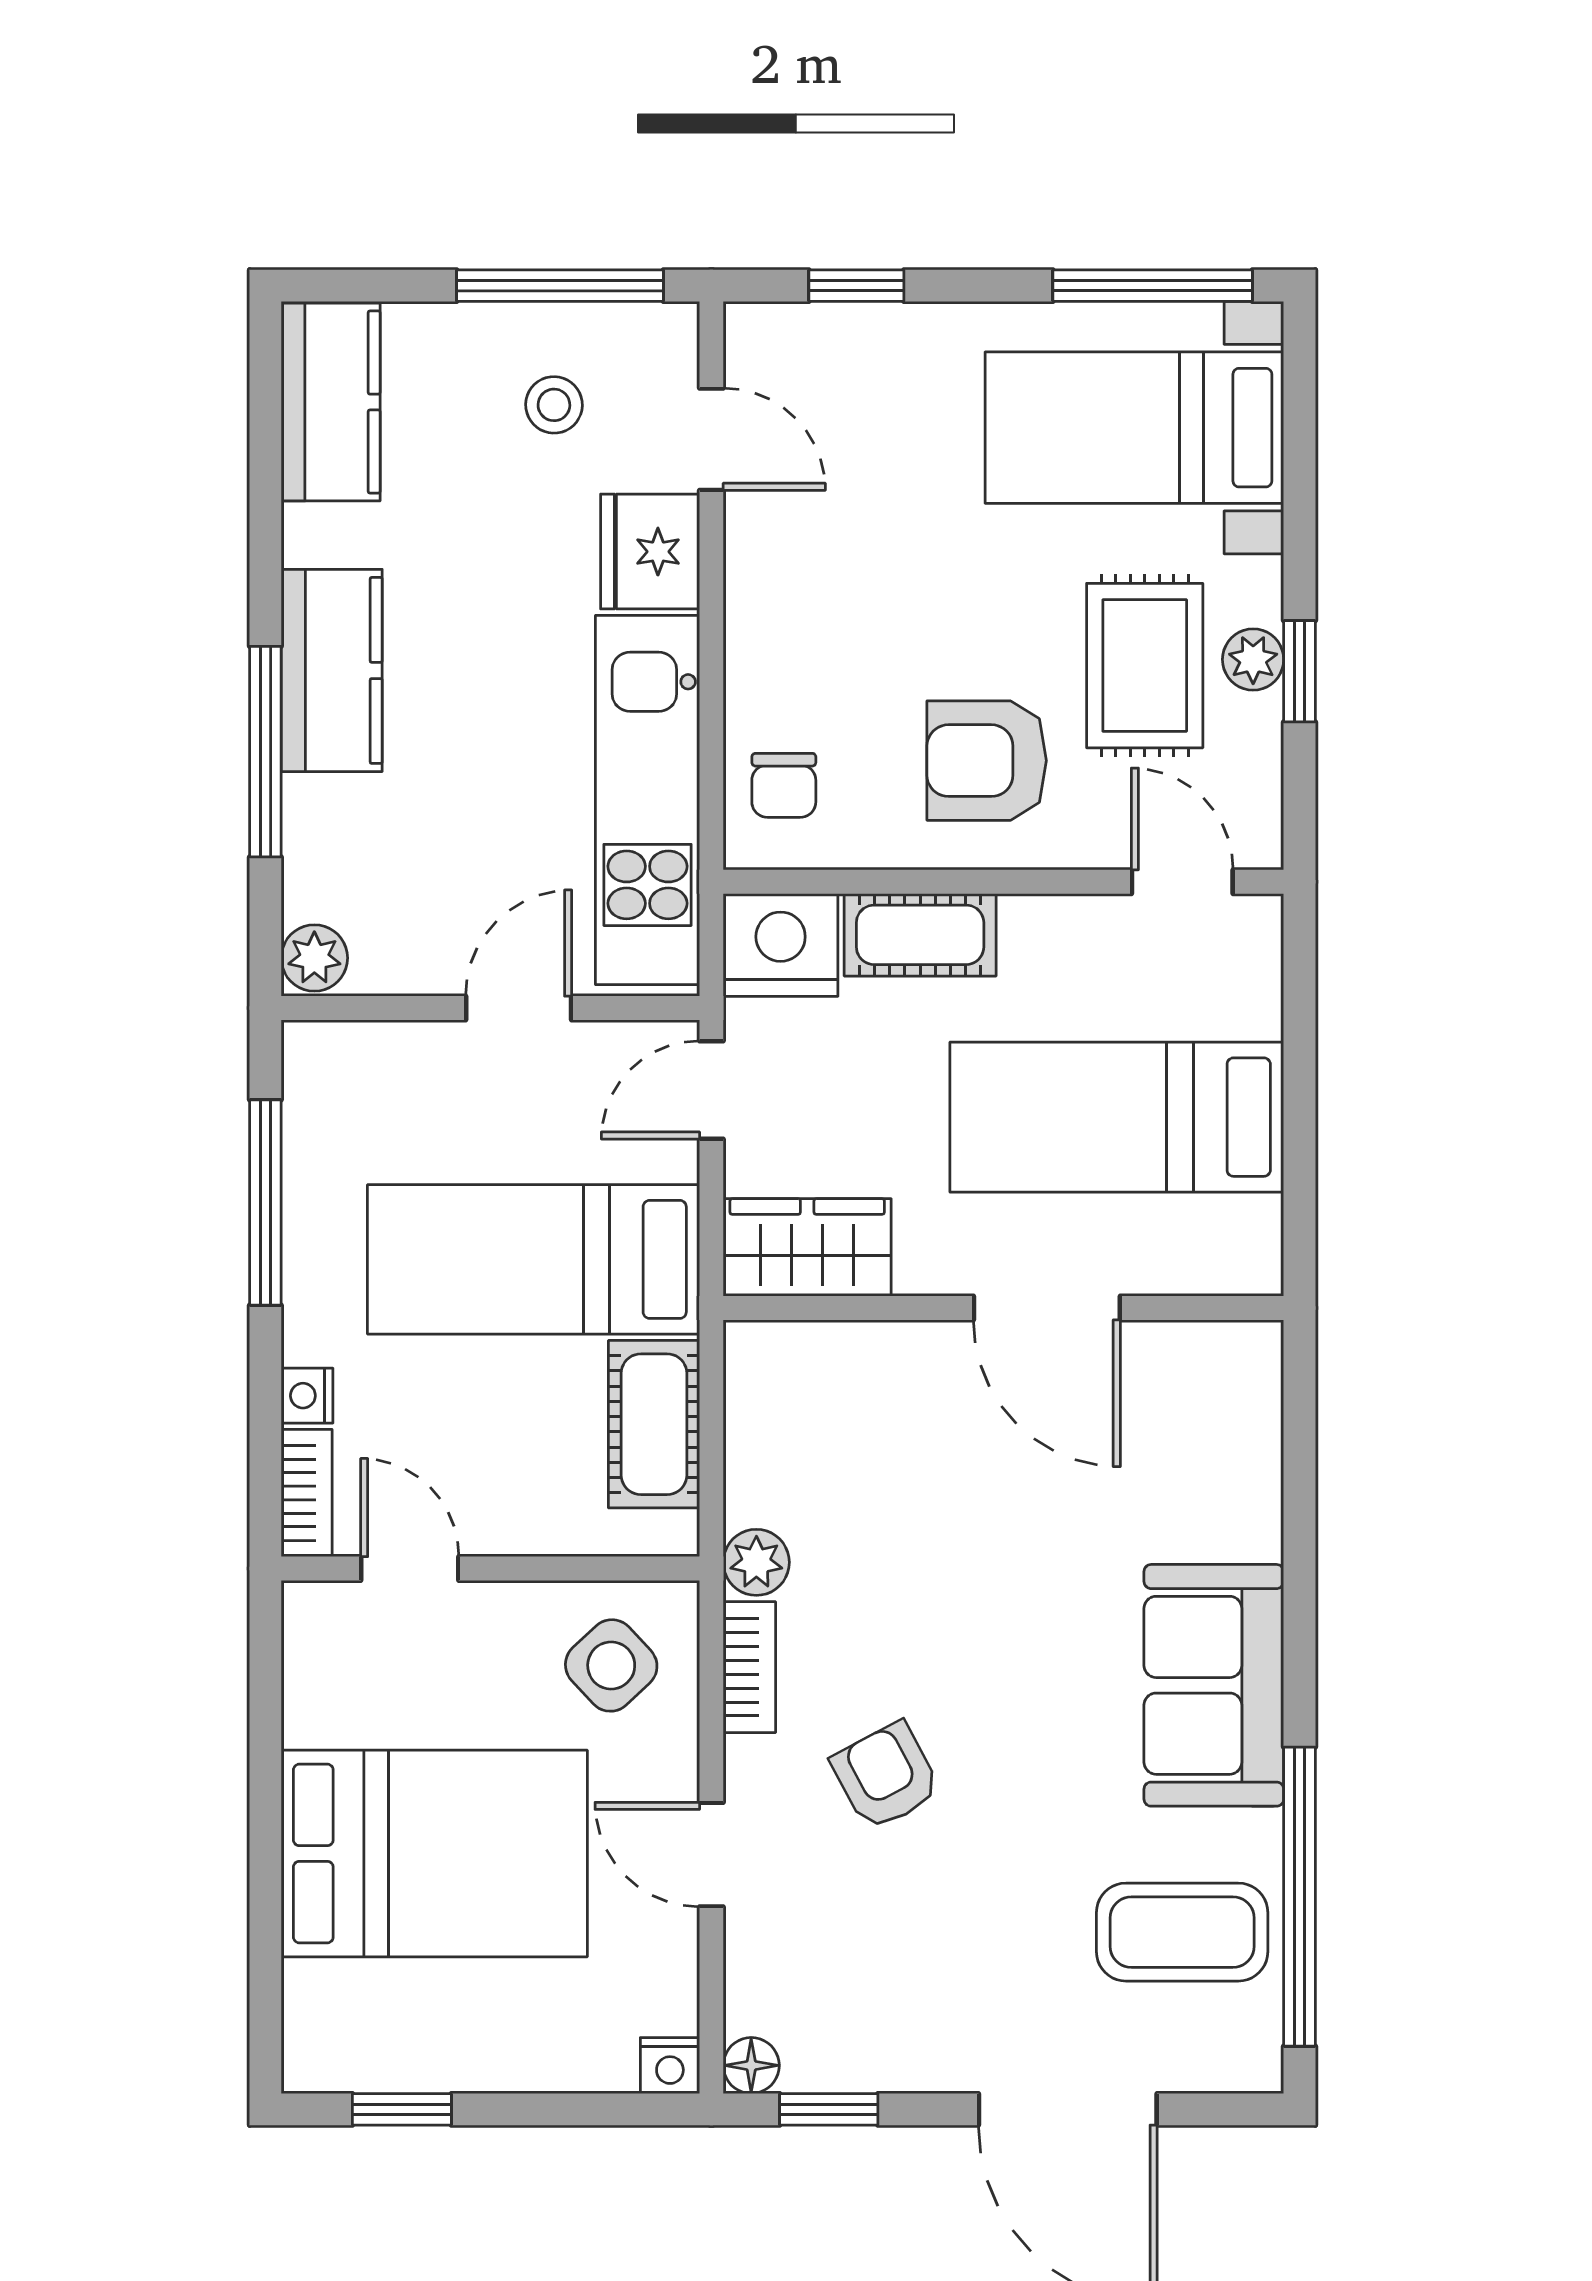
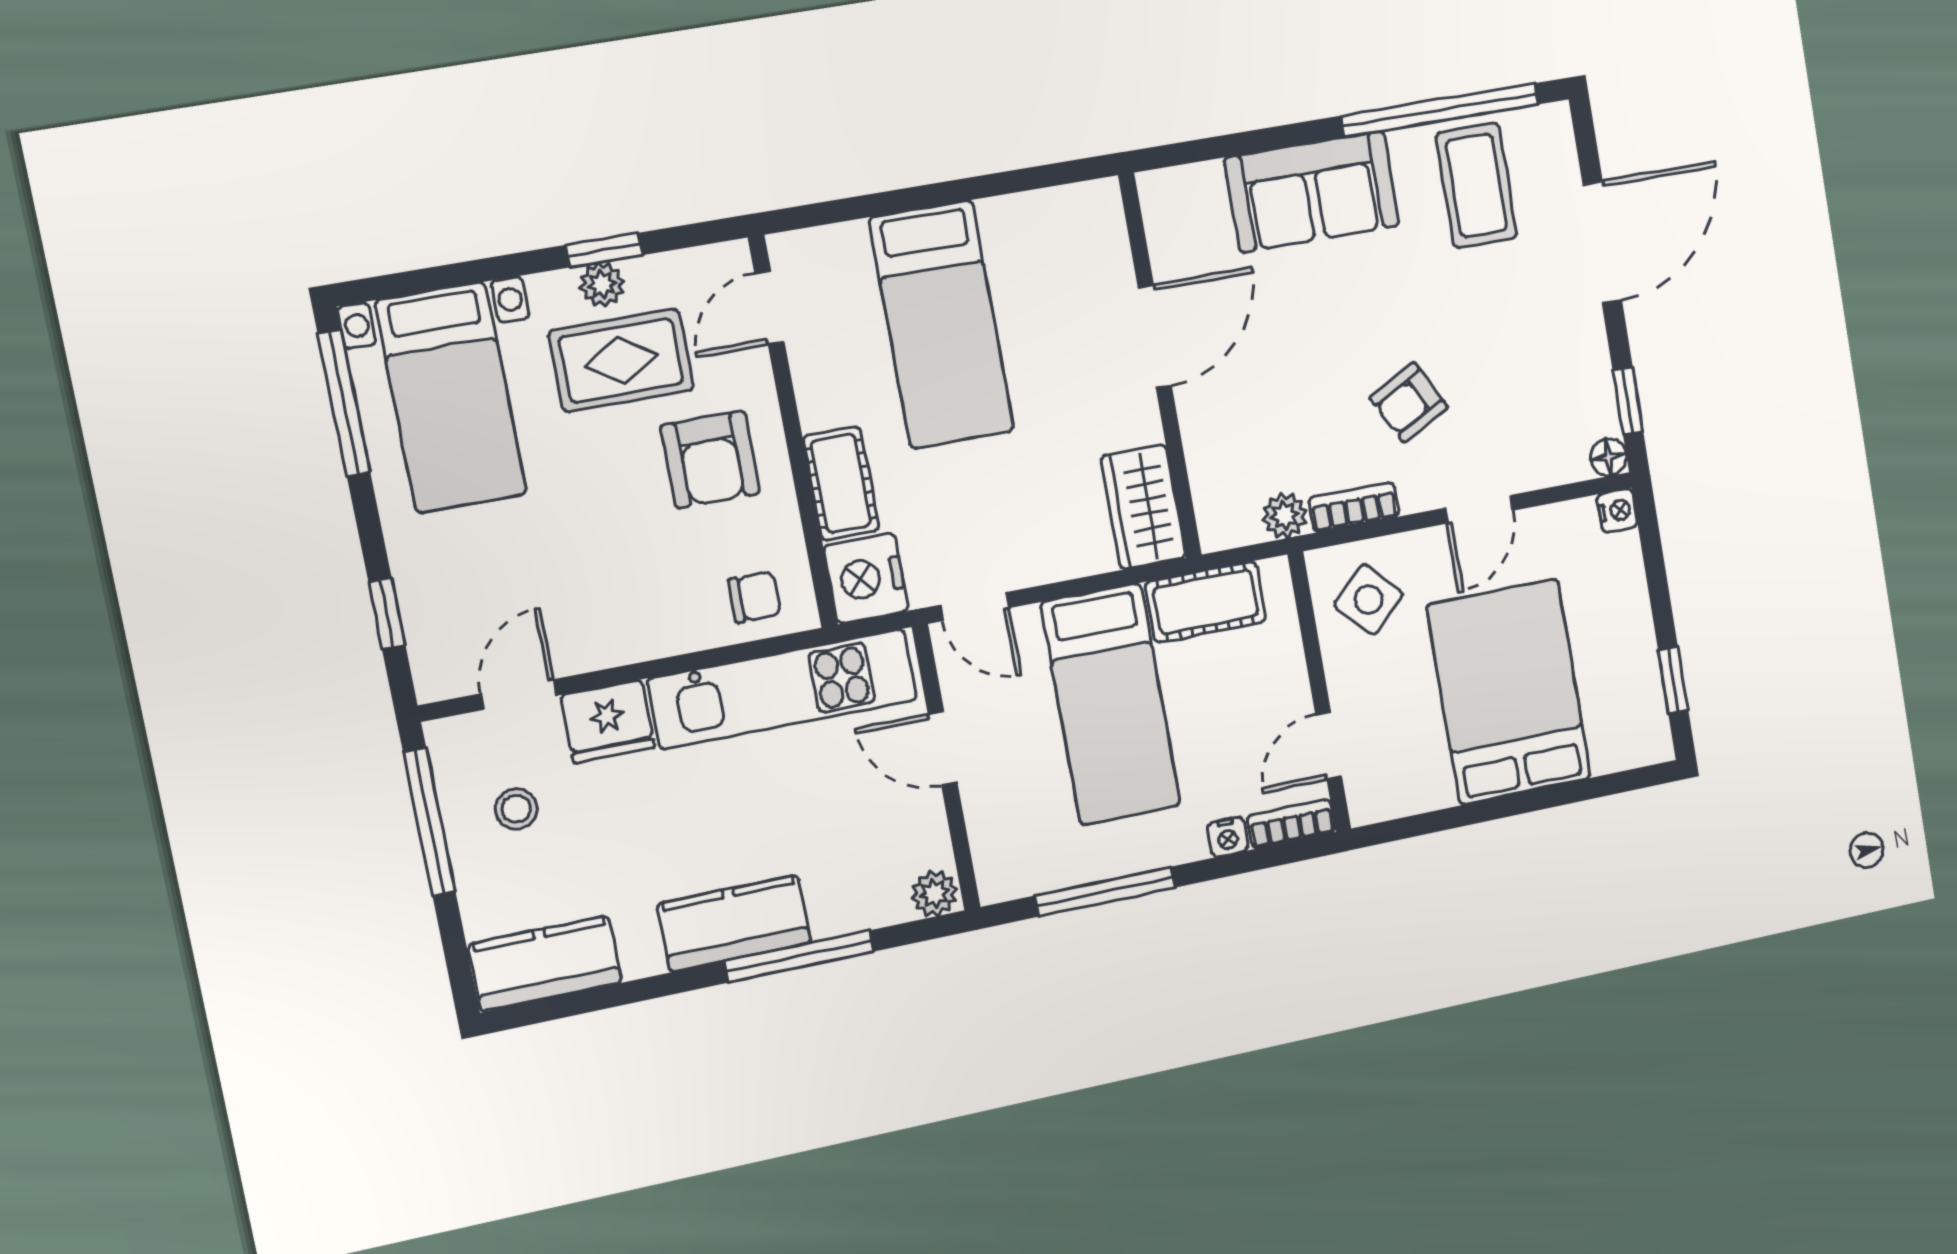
wardrobe: (807, 1247) -> (1143, 507), moved
wall: (1003, 1308) -> (1160, 366), moved
door: (1047, 1308) -> (1155, 337), moved

